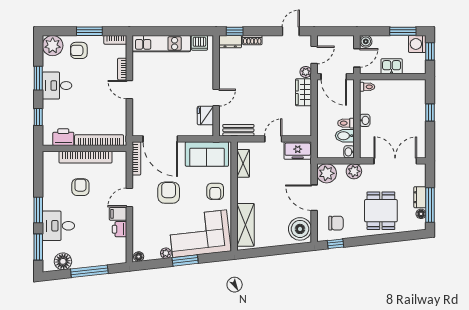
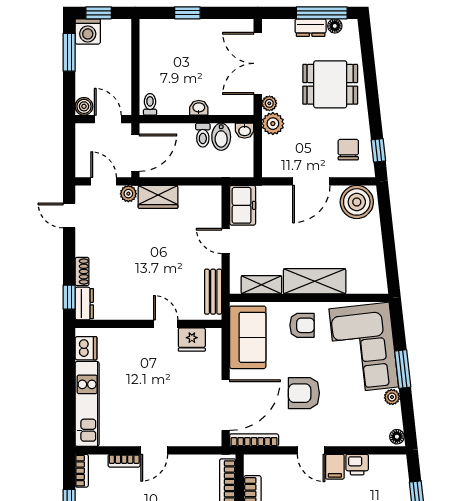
kitchen sink: (392, 66) -> (120, 69), removed
plant: (327, 173) -> (269, 103), moved, width x0.53, depth x0.53
shelving: (245, 225) -> (315, 281), moved

